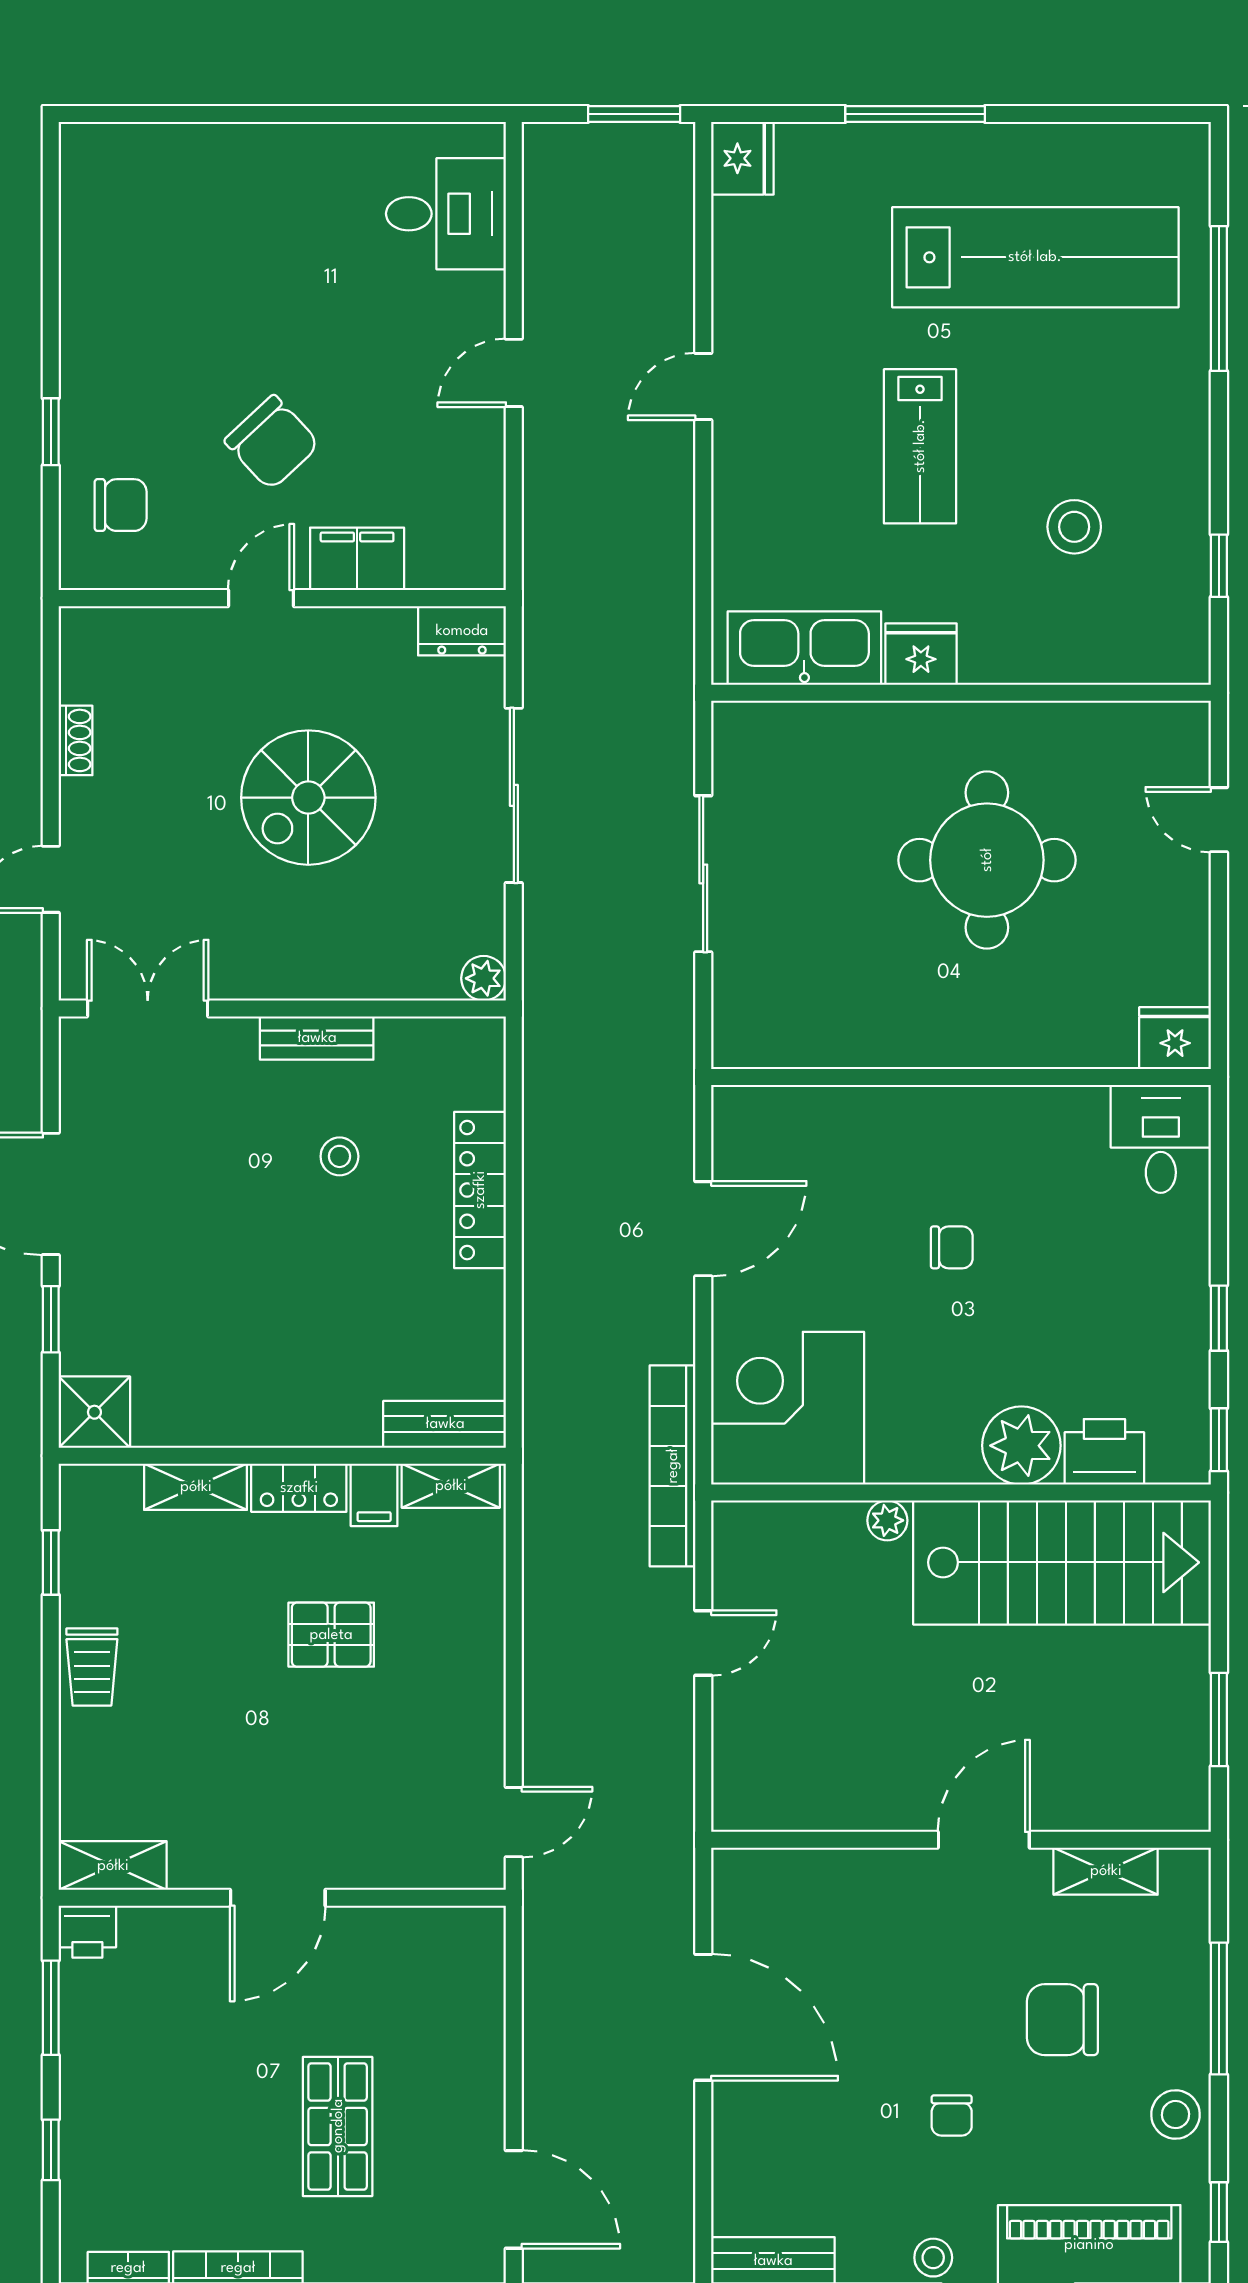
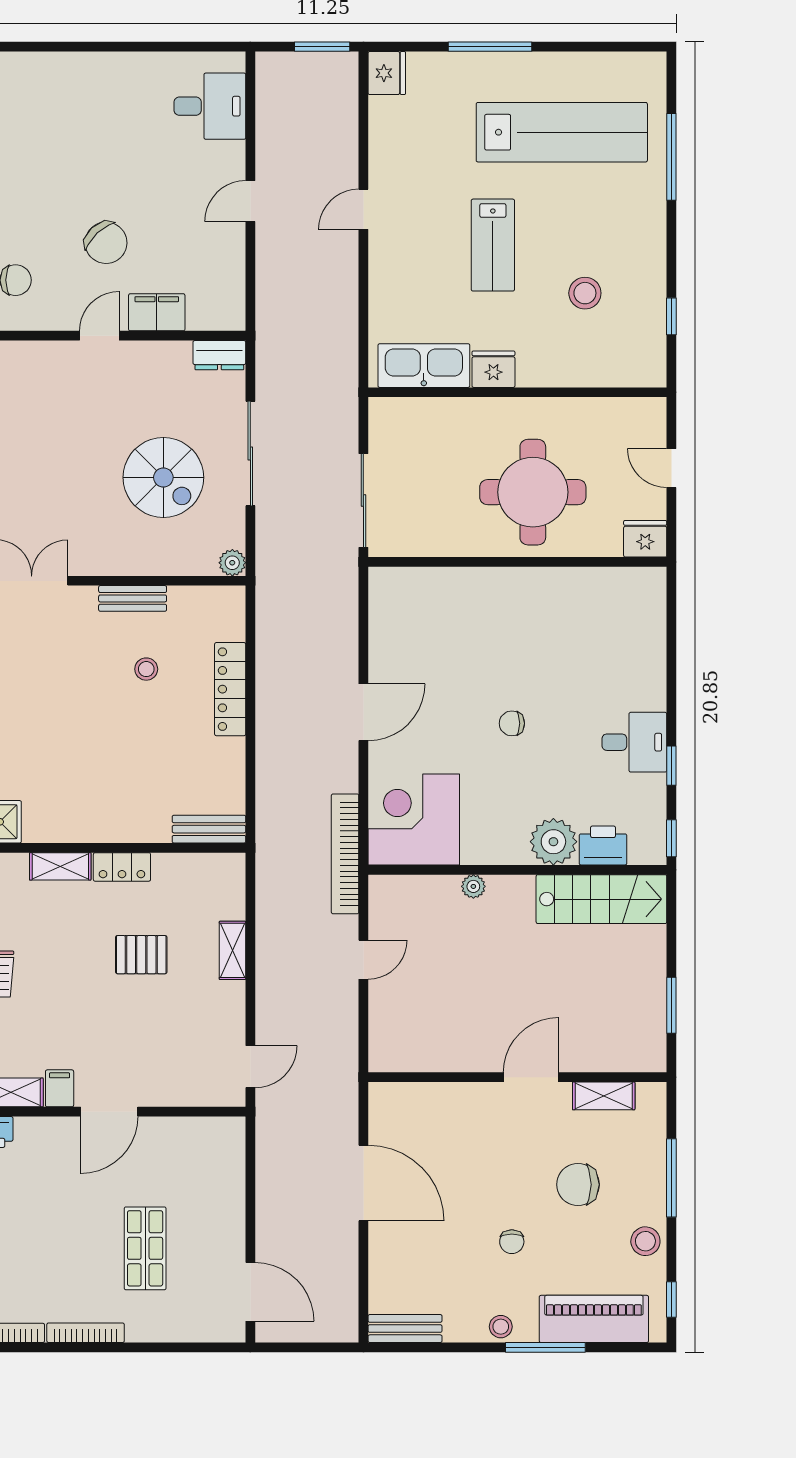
spiral stairs: (308, 798) -> (163, 477), moved, turned -90
fridge: (1175, 1038) -> (645, 539), moved
wall: (961, 1077) -> (517, 562), moved
desk: (1161, 1139) -> (634, 742), moved, turned 90
chair: (952, 1247) -> (512, 723), turned 180
shelving: (451, 1486) -> (232, 950), moved, turned 90
filing cabinet: (374, 1495) -> (60, 1088), moved, turned 180
stairs: (1062, 1562) -> (601, 899), width x0.73, depth x0.66

